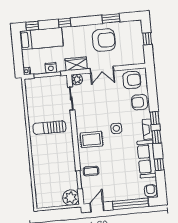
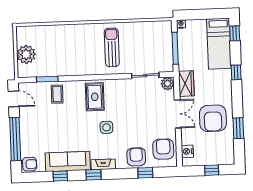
nightstand: (51, 68) -> (187, 151), moved
double door: (102, 70) -> (178, 114), swing flipped
armchair: (132, 80) -> (163, 149), turned 180
window: (155, 118) -> (145, 173), moved
plant: (71, 198) -> (26, 54), moved

